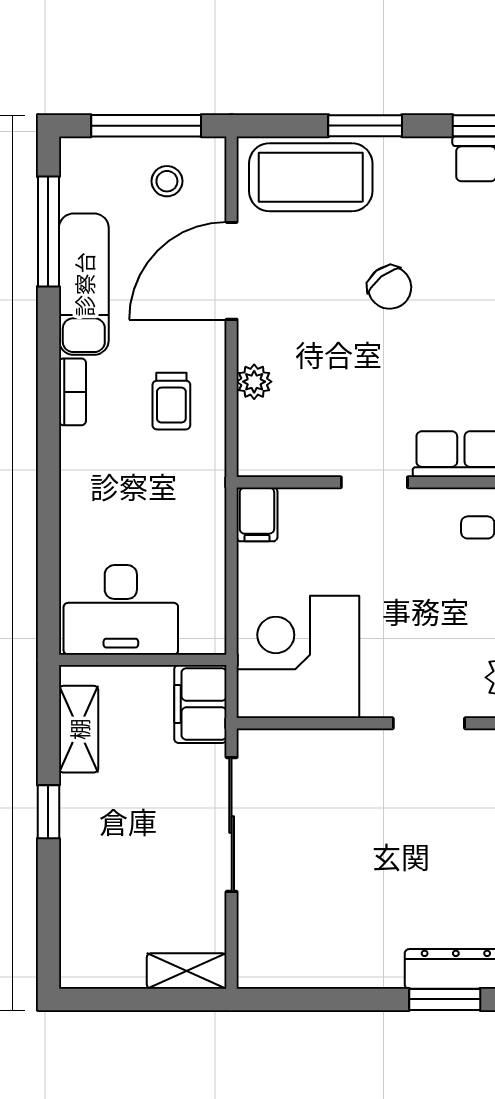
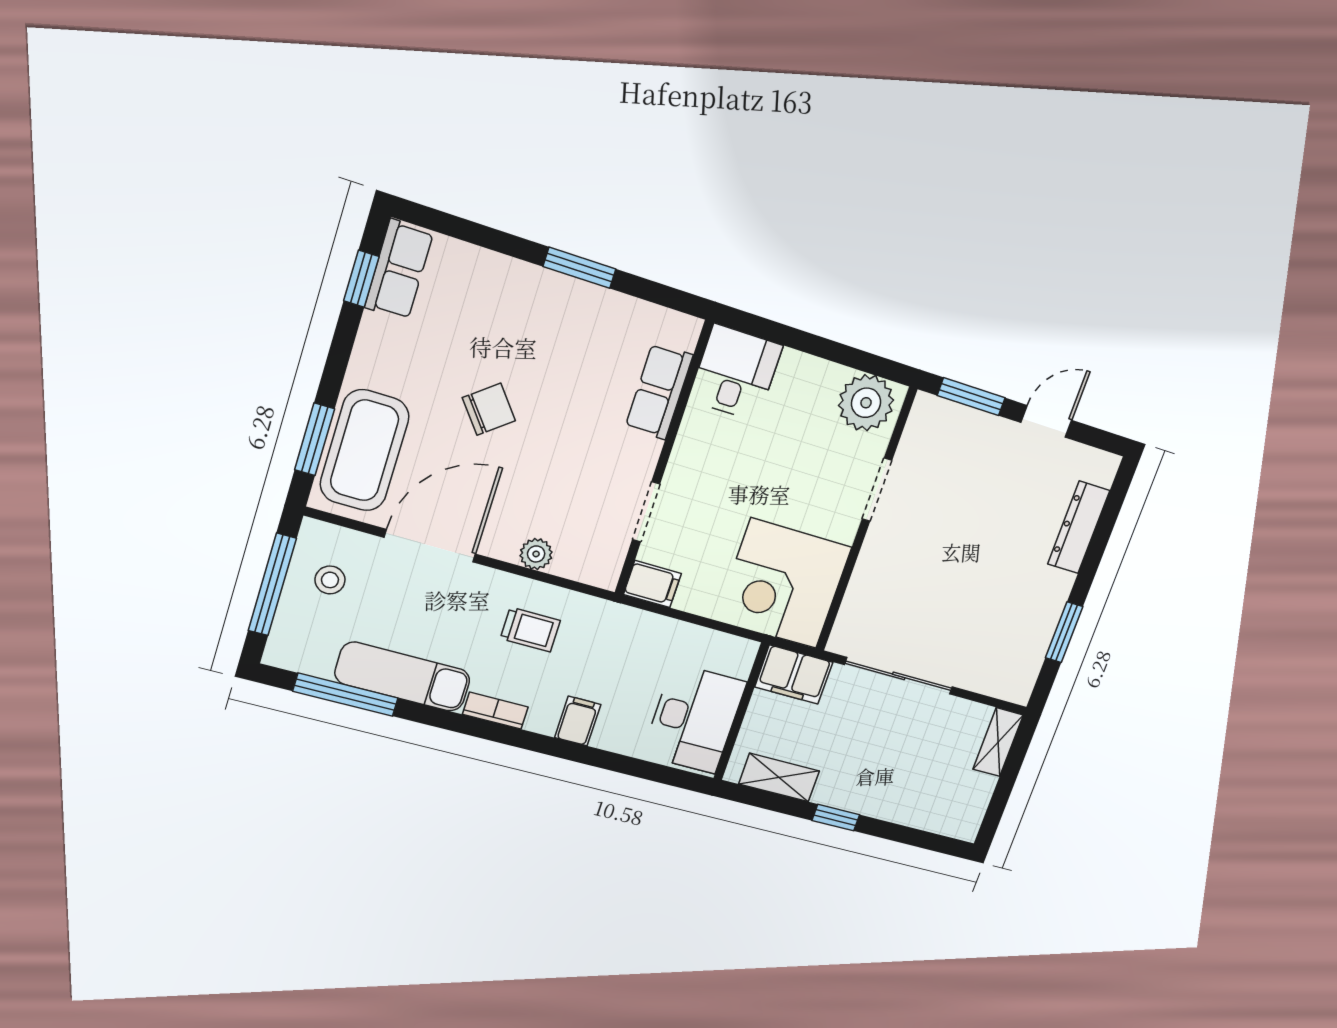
window: (365, 126) -> (315, 439), moved
door: (232, 271) -> (430, 546), swing flipped
doorway: (374, 482) -> (646, 512), moved
filing cabinet: (84, 483) -> (578, 721), added
window: (445, 999) -> (1064, 632), moved

